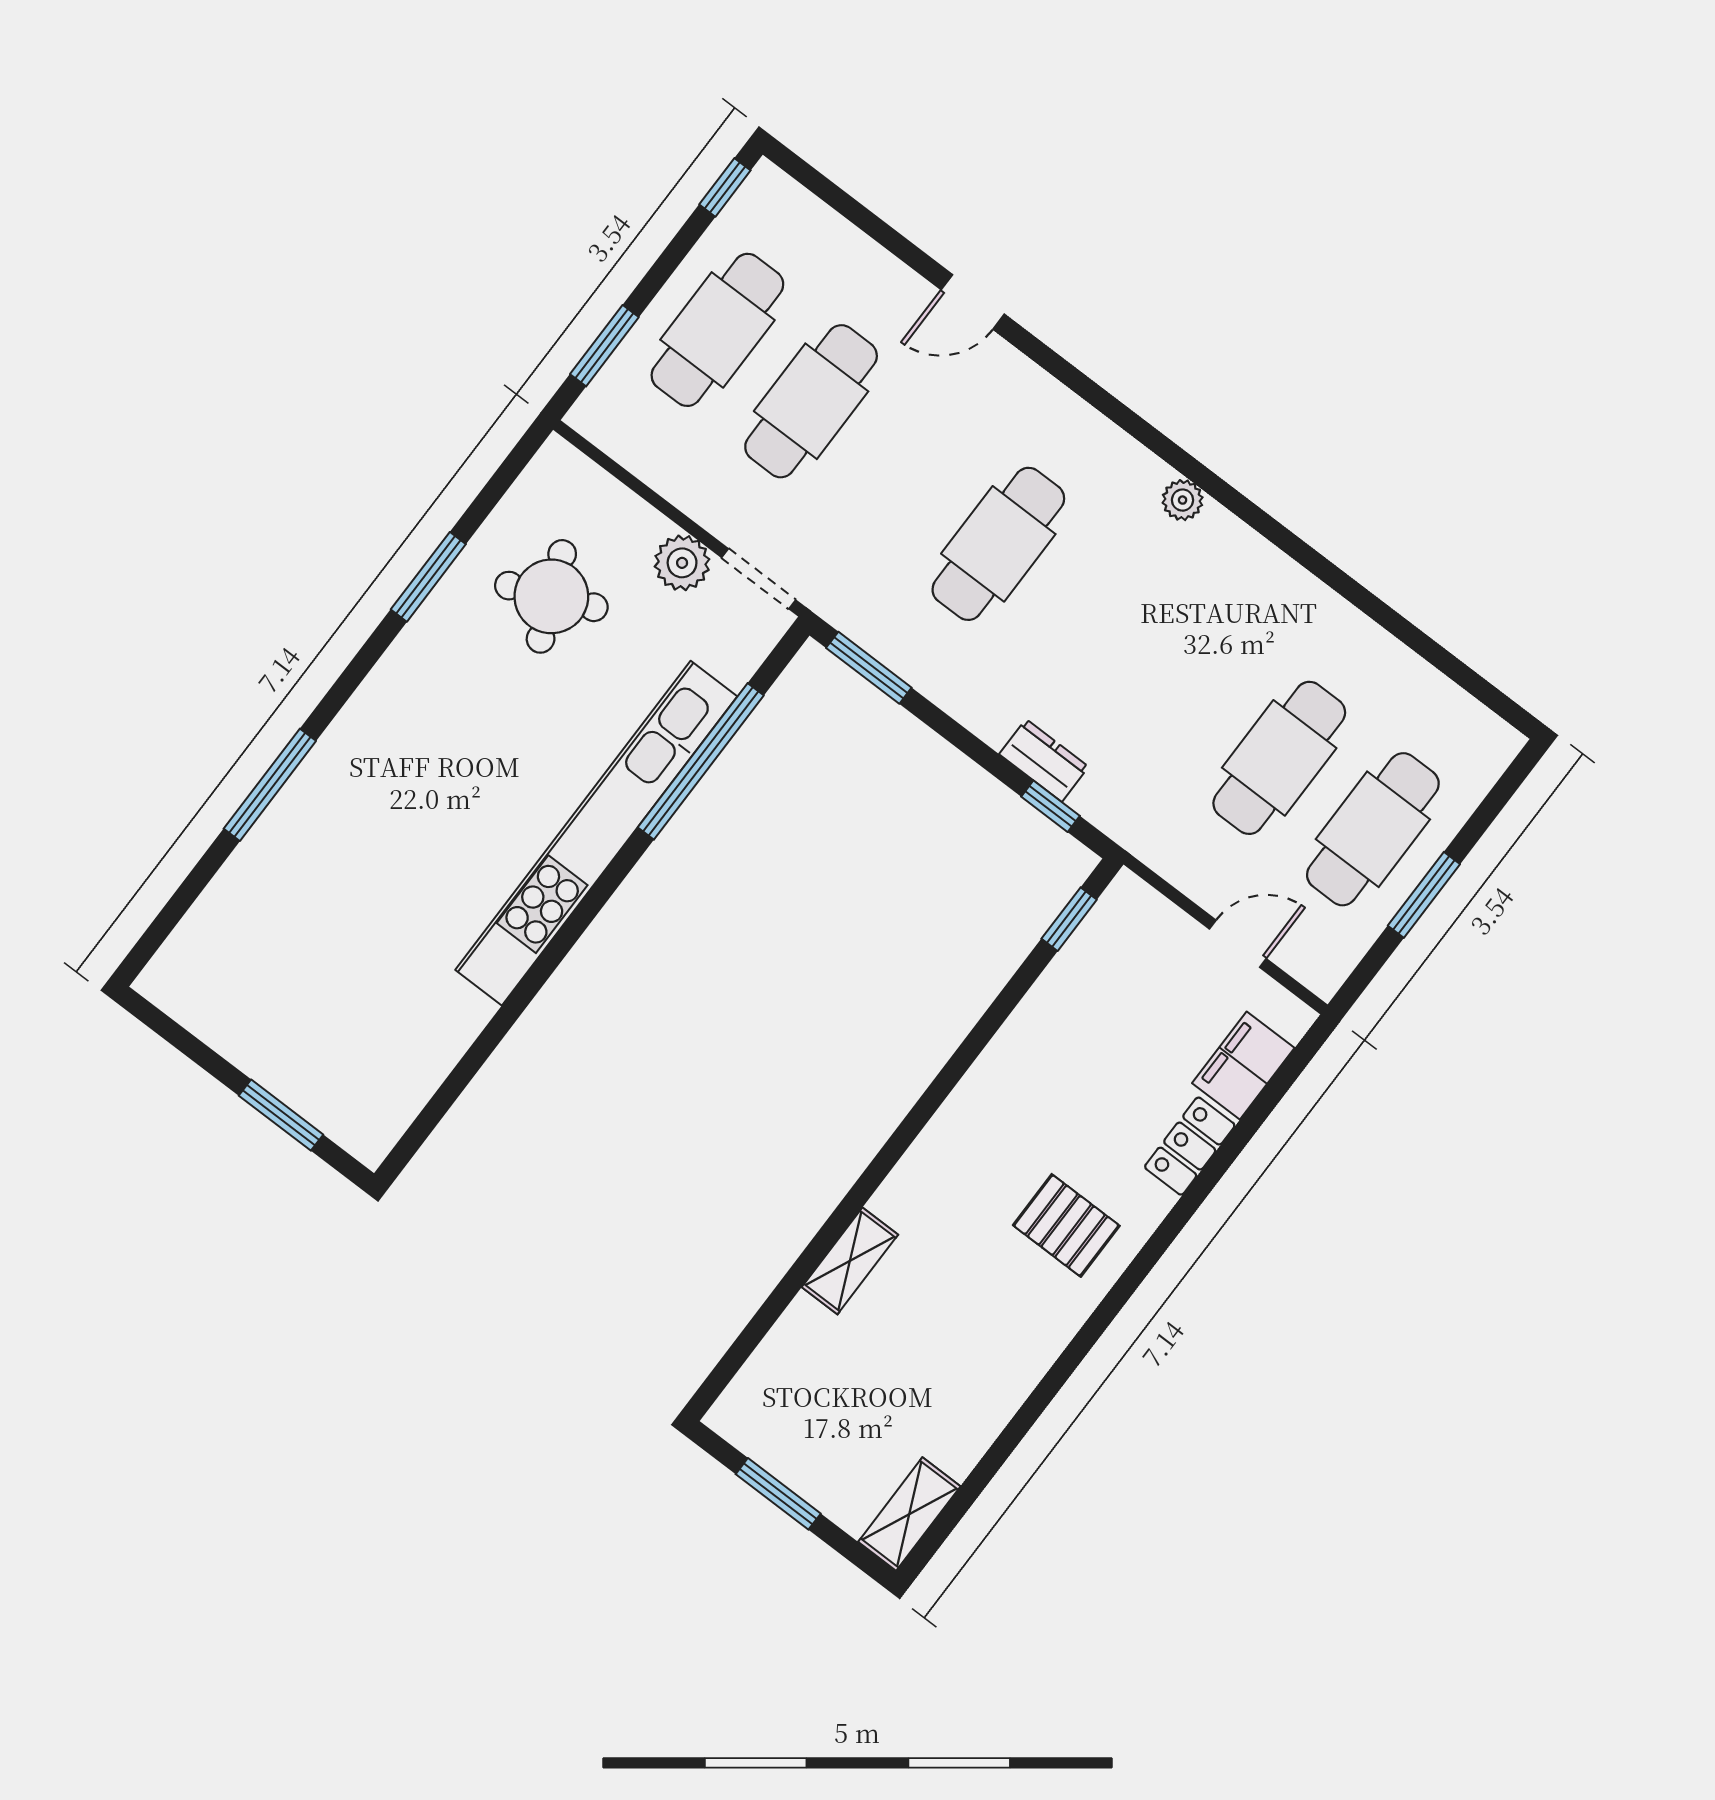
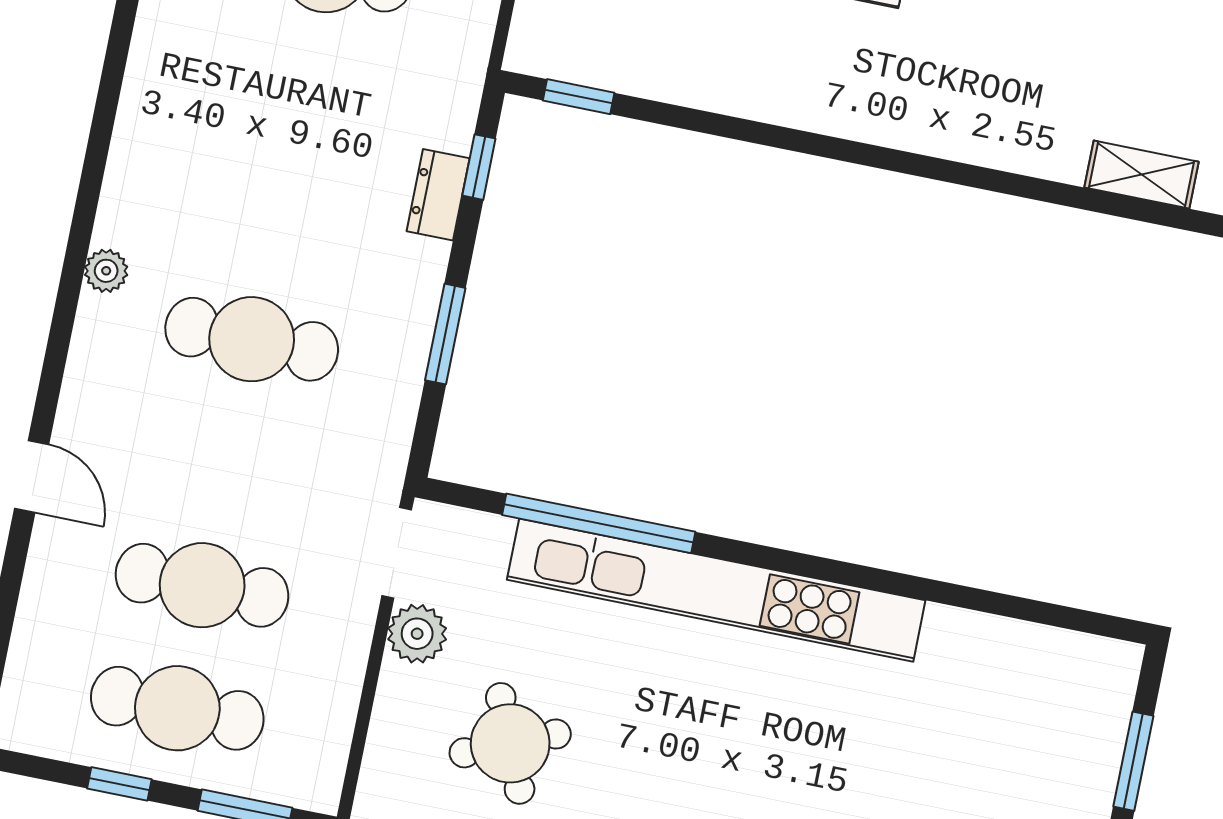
window: (725, 187) -> (119, 784), moved
plant: (1183, 500) -> (106, 271), moved
window: (869, 668) -> (445, 334), moved
shelving: (850, 1261) -> (1141, 175), moved

